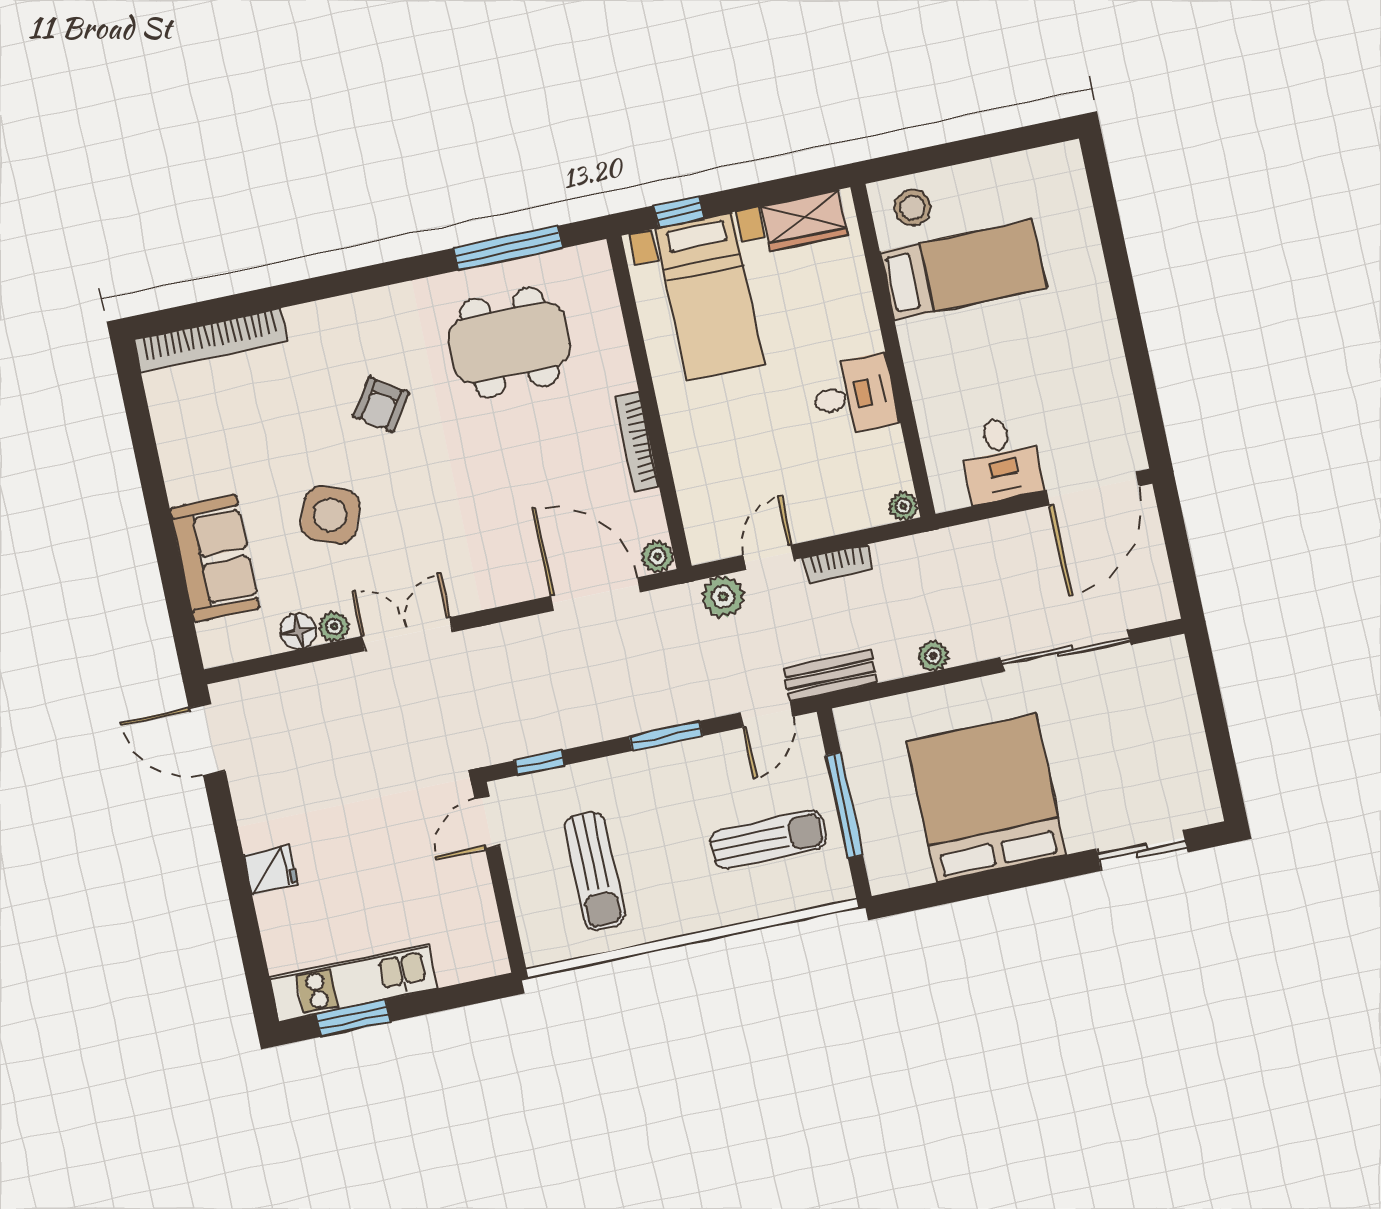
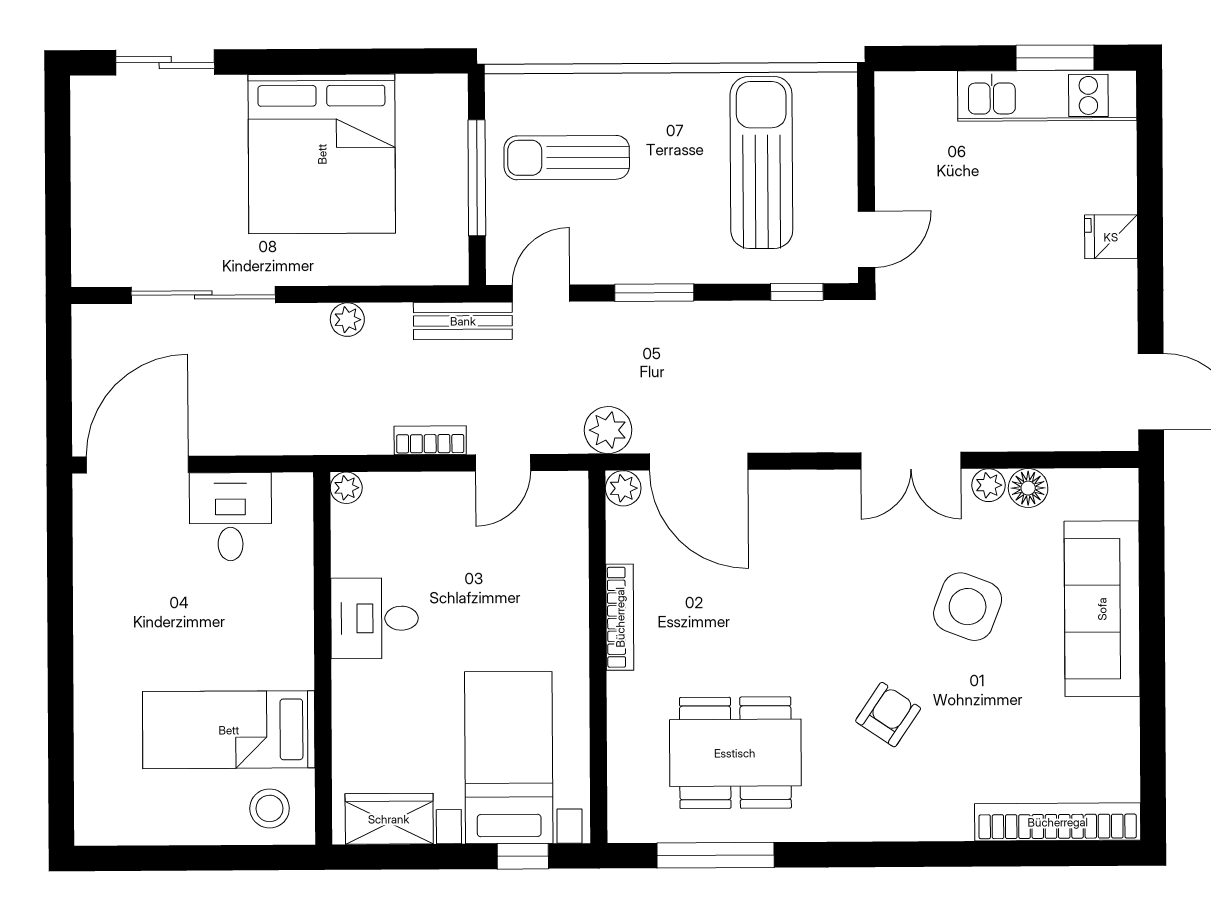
sofa: (215, 558) -> (1102, 609), width x1.36
plant: (723, 597) -> (608, 430), moved
sun lounger: (595, 871) -> (761, 162), width x1.36, depth x1.34

